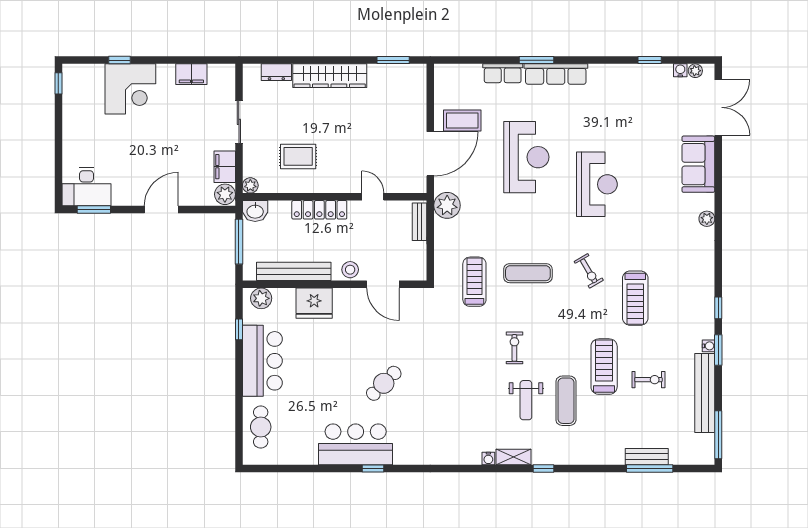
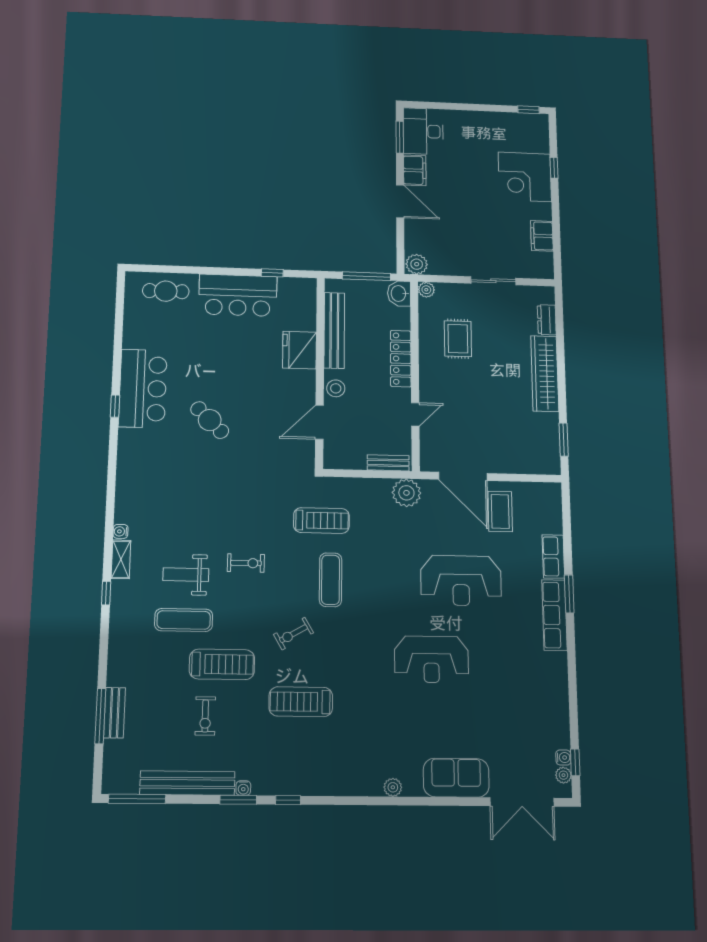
window: (650, 60) -> (575, 762), moved
filing cabinet: (225, 167) -> (415, 170), moved, turned 90
exercise bike: (589, 271) -> (293, 634), moved
plant: (261, 298) -> (305, 296), removed

